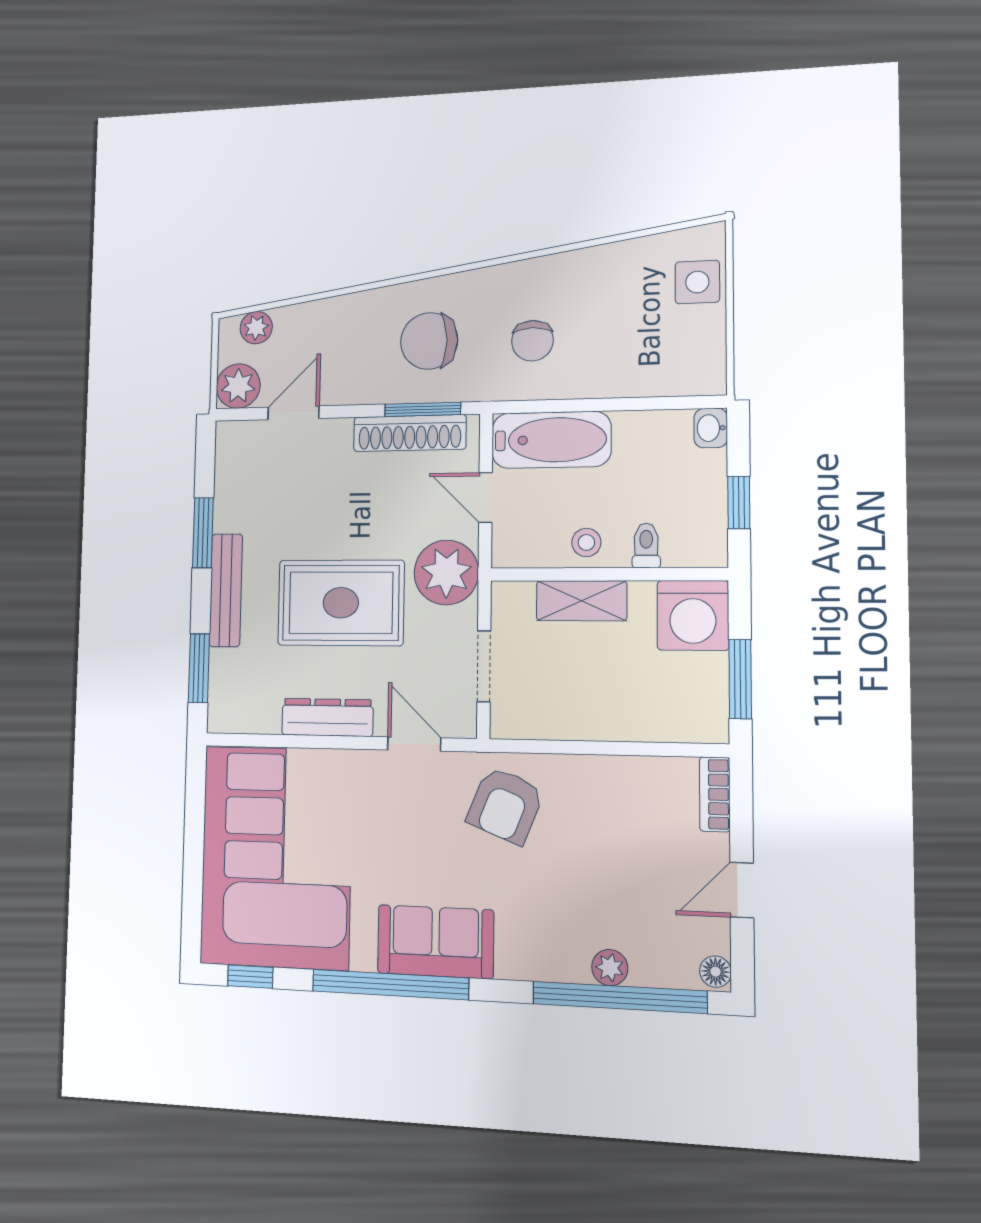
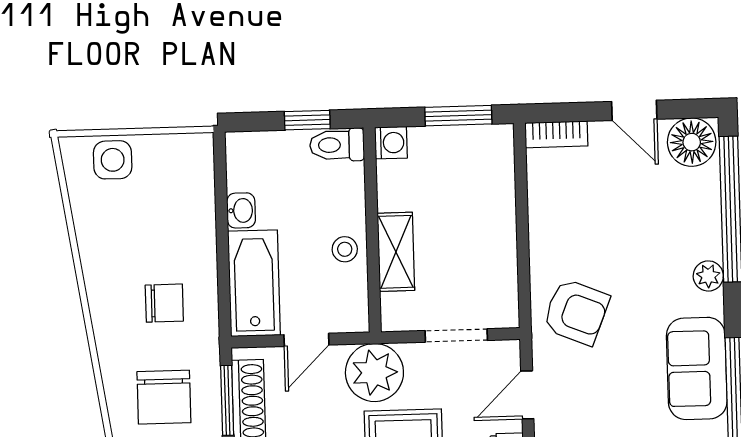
washbasin: (711, 428) -> (241, 210), moved, turned -90
toilet: (646, 546) -> (337, 145), moved, width x1.37, depth x1.39
washing machine: (693, 615) -> (391, 143), width x0.53, depth x0.53
plant: (610, 968) -> (708, 276), moved
floor lamp: (715, 972) -> (692, 142), width x1.89, depth x1.89

